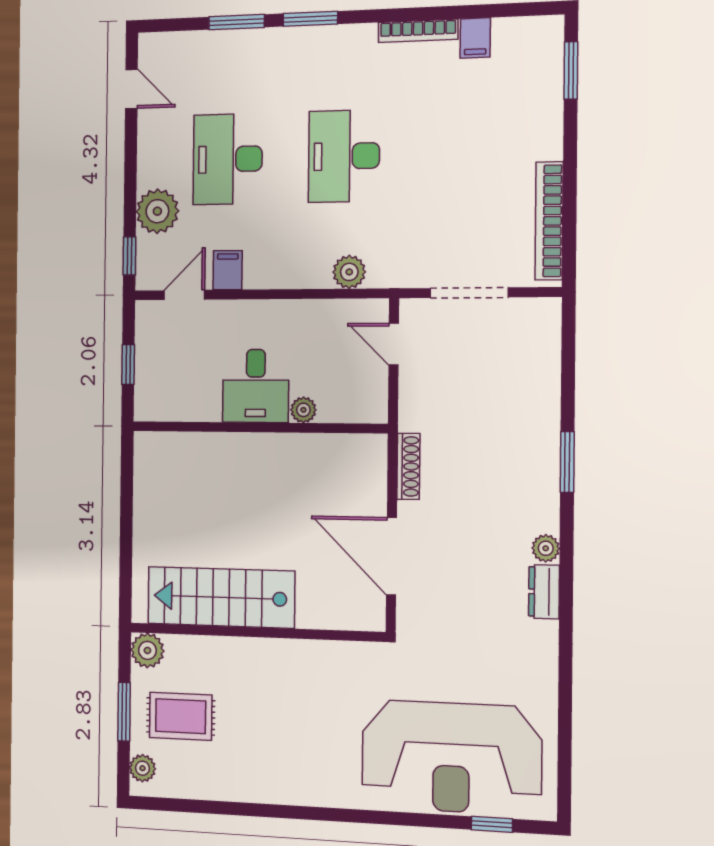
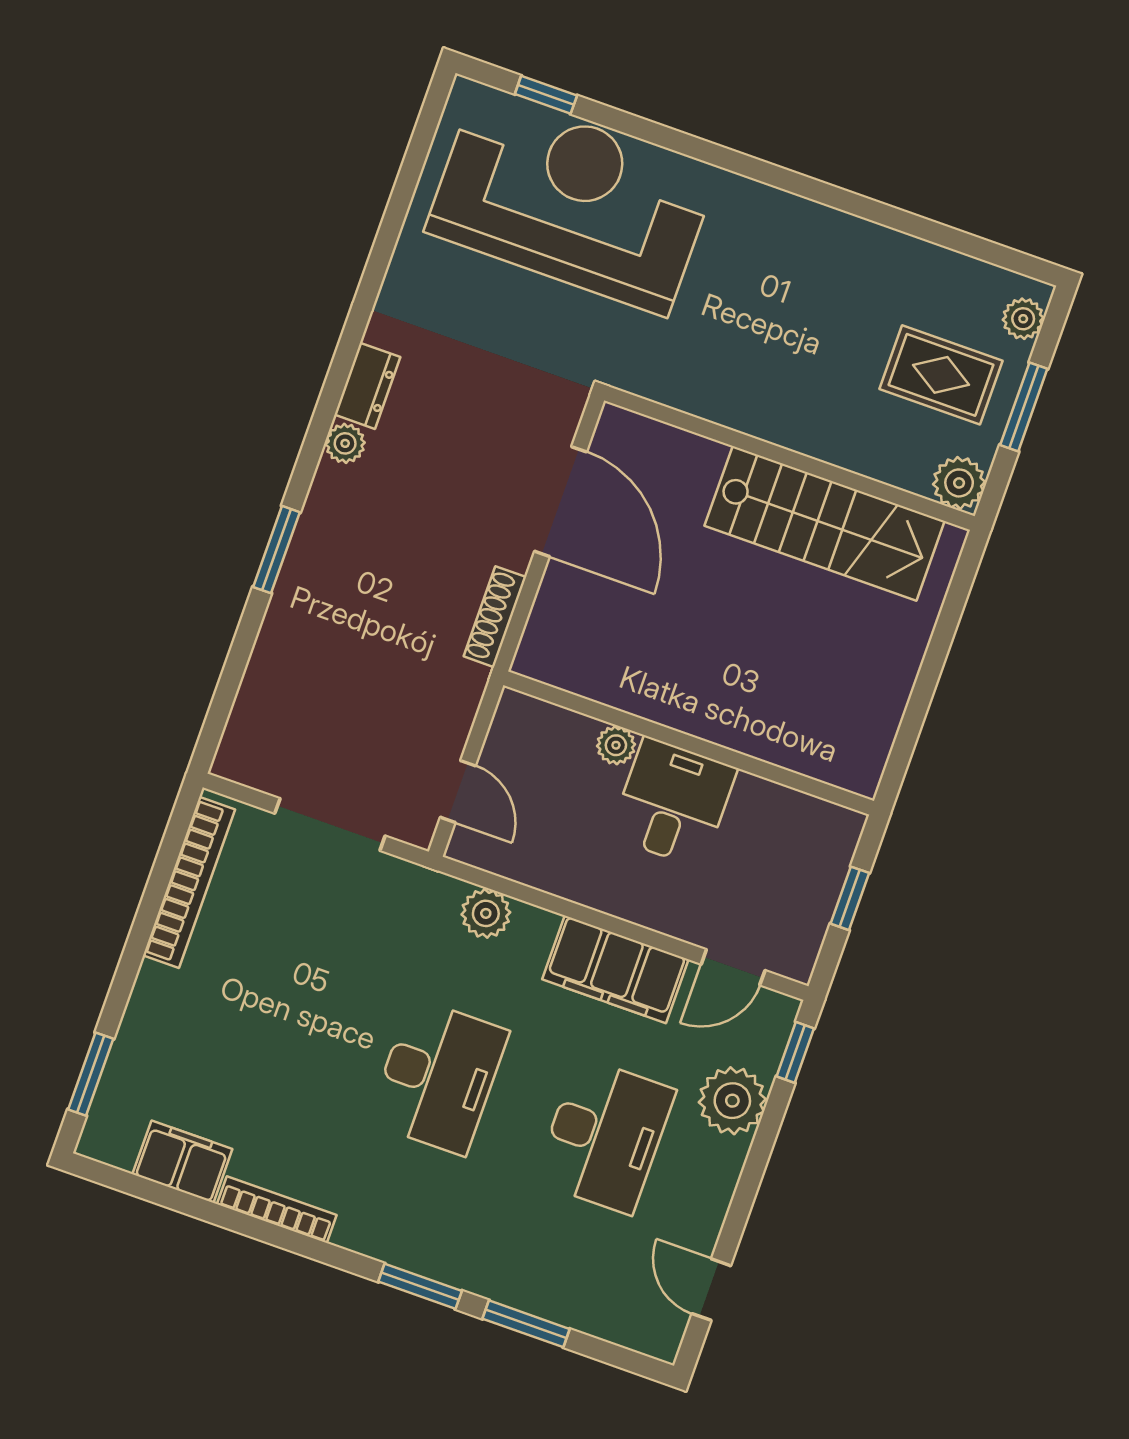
filing cabinet: (475, 38) -> (182, 1162), width x2.00
filing cabinet: (228, 270) -> (615, 969), width x3.00, depth x1.17

